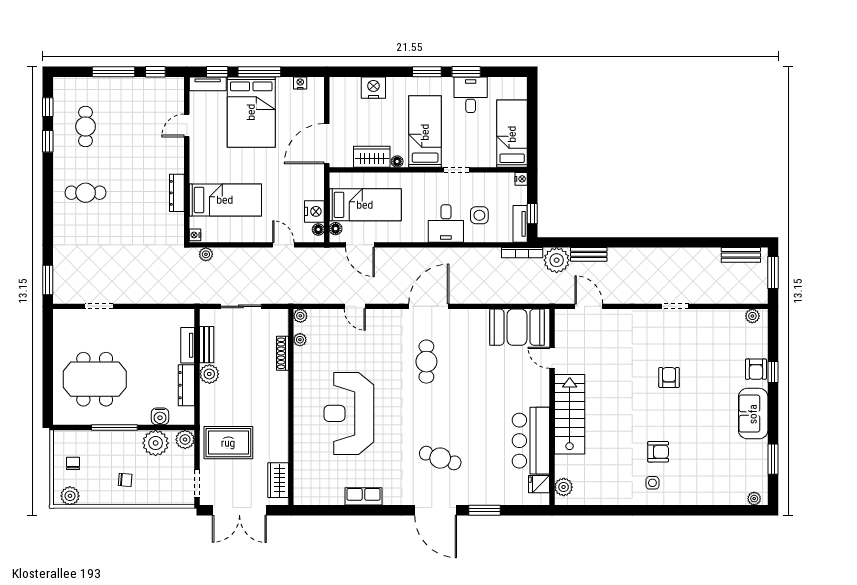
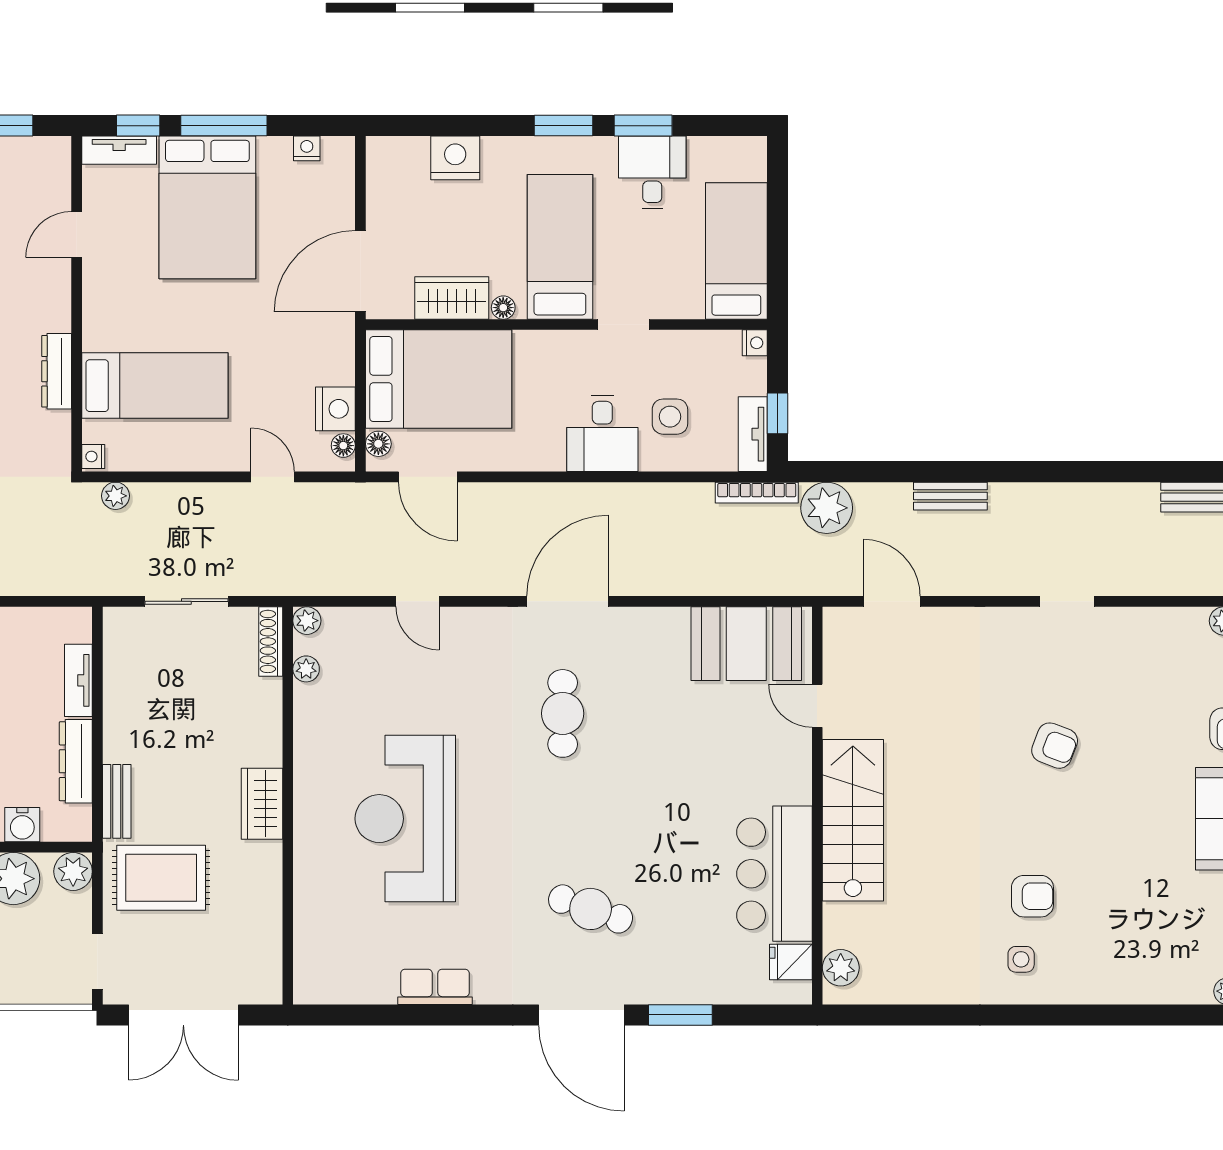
bed: (365, 205) -> (439, 379), width x1.50
bench: (589, 254) -> (950, 496), moved
bench: (207, 345) -> (117, 801), moved
shoe rack: (282, 353) -> (271, 641), moved
plant: (209, 374) -> (122, 739), removed
armchair: (669, 377) -> (1055, 746), turned 111
wardrobe: (278, 480) -> (262, 804), moved

